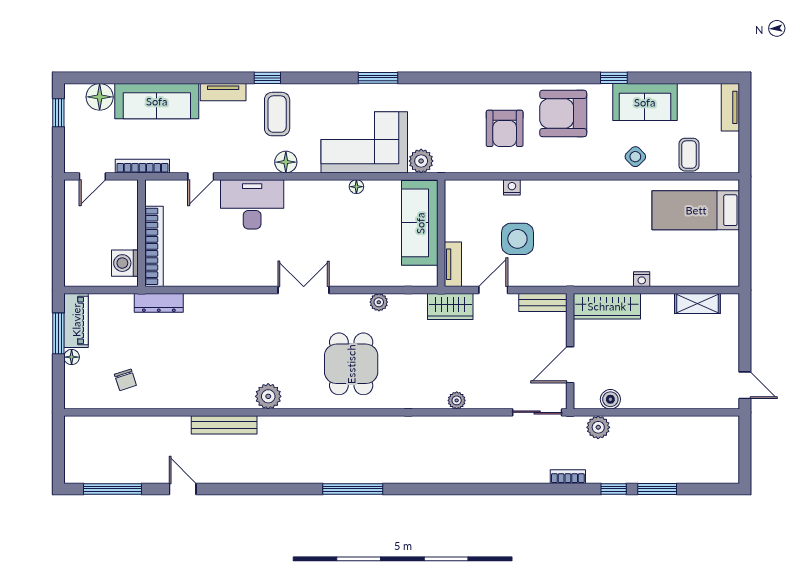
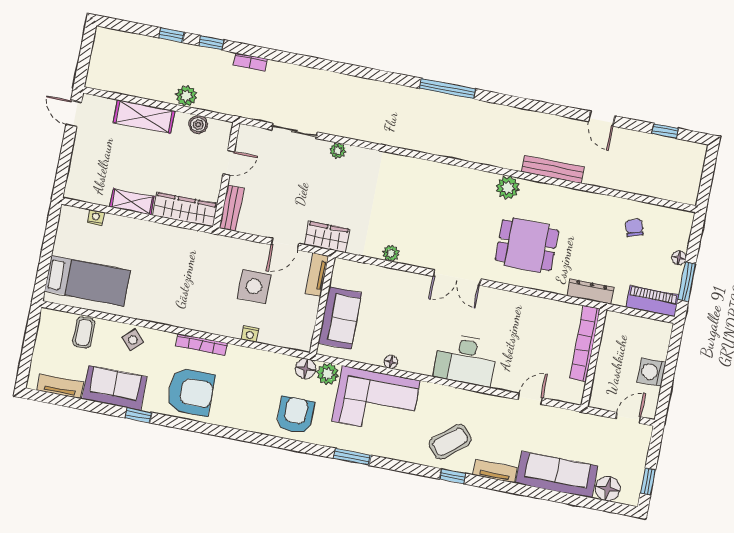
tv unit: (730, 107) -> (60, 386), moved, turned -90
coffee table: (277, 114) -> (450, 442), turned 50
armchair: (505, 128) -> (295, 415), moved
floor lamp: (286, 162) -> (305, 369), moved
bookcase: (142, 166) -> (202, 345), moved
desk: (252, 204) -> (466, 360), moved
sofa: (420, 223) -> (340, 318), width x0.73
washing machine: (125, 263) -> (652, 372), moved, turned 180
nightstand: (642, 279) -> (96, 218), moved
bench: (543, 302) -> (232, 208), moved, turned 90
shelving: (697, 303) -> (132, 202), moved
piano: (76, 320) -> (652, 301), moved, turned 90
dining table: (351, 364) -> (527, 245), moved, turned 90
door: (570, 365) -> (229, 163), width x0.73
shelving: (669, 397) -> (144, 117), added
sliding door: (537, 412) -> (295, 131), moved
plant: (598, 427) -> (186, 96), moved
window: (112, 489) -> (665, 131), width x0.46
window: (657, 489) -> (172, 35), width x0.67

